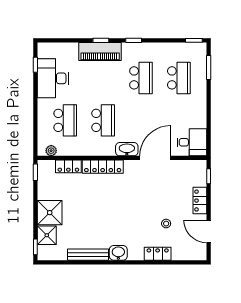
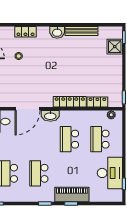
shower: (50, 213) -> (112, 65), removed

